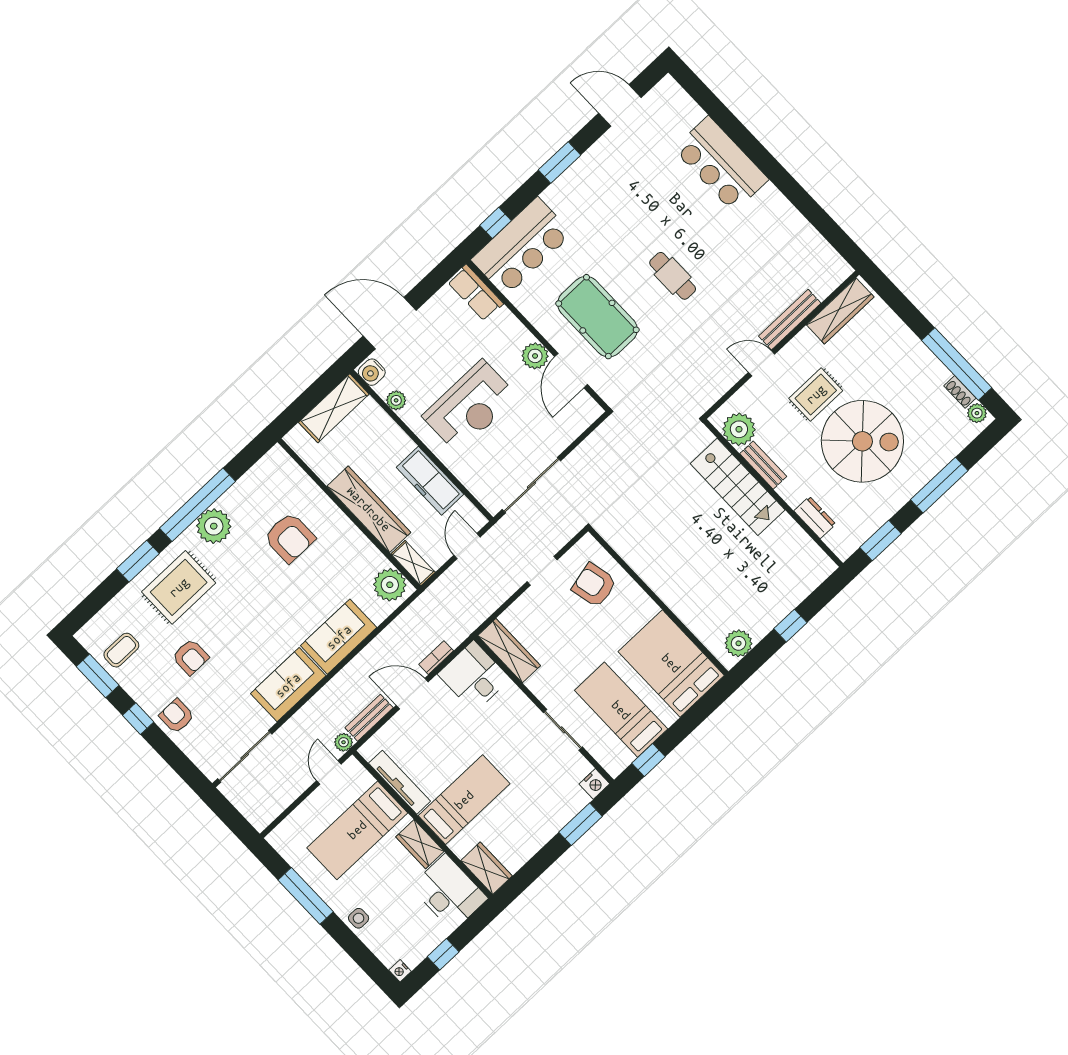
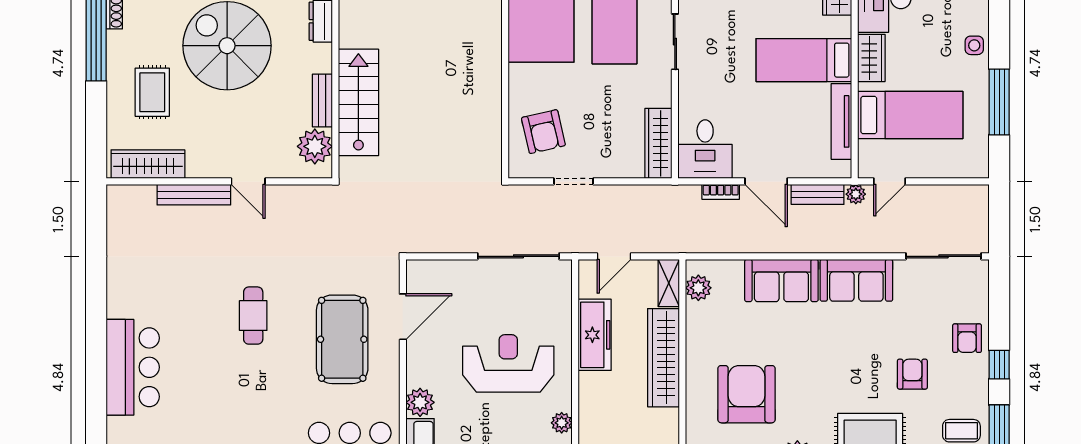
plant: (535, 356) -> (420, 402), moved
rug: (816, 394) -> (152, 92), moved, turned 90
armchair: (290, 538) -> (747, 394), width x1.36, depth x1.36
plant: (390, 585) -> (698, 288), width x0.73, depth x0.73

